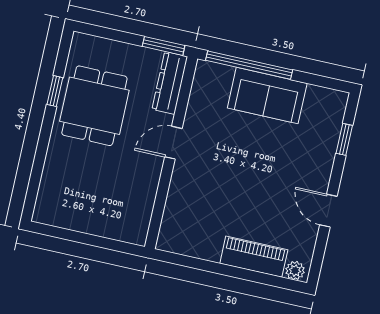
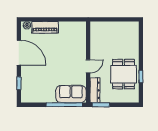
sofa: (267, 96) -> (71, 94), moved
door: (328, 211) -> (19, 53), width x1.88

